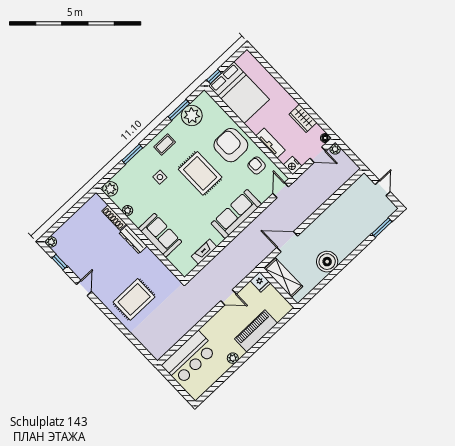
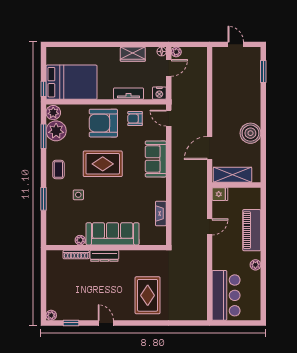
plant: (110, 189) -> (53, 113), moved
sofa: (236, 214) -> (156, 159), width x0.73
sofa: (160, 235) -> (113, 234), width x1.36

